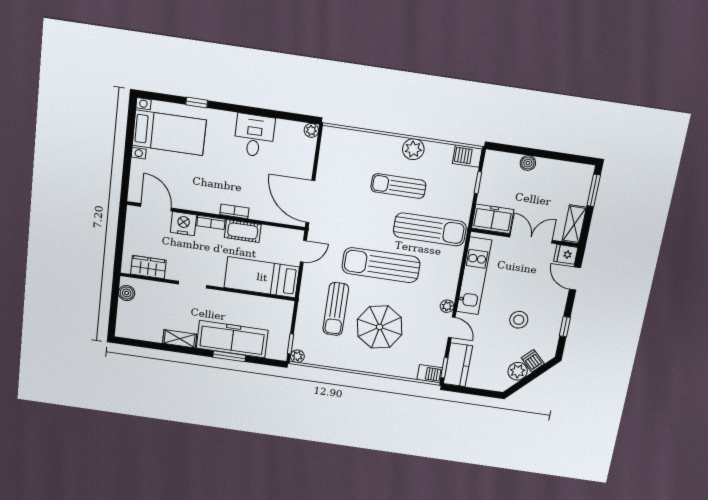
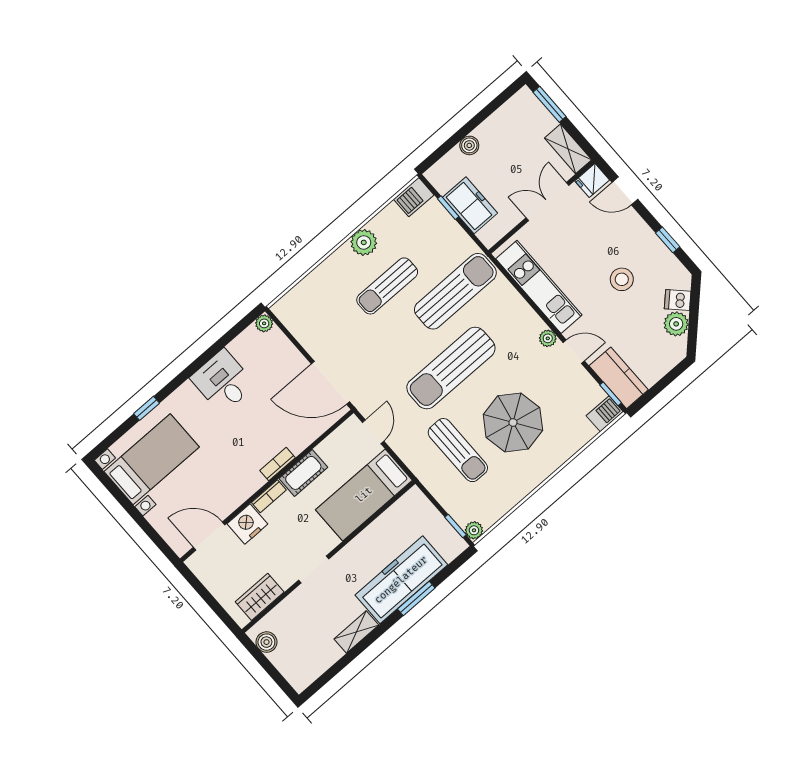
freezer: (493, 219) -> (470, 205), moved, turned 90

